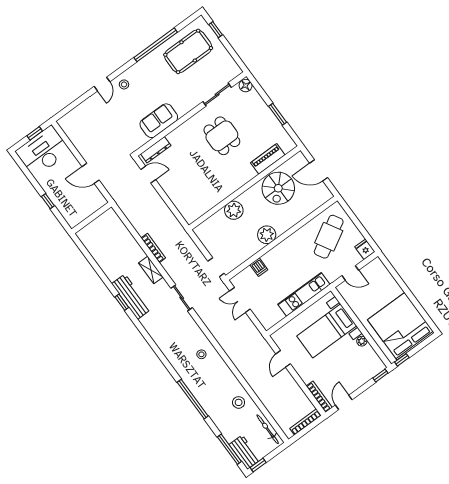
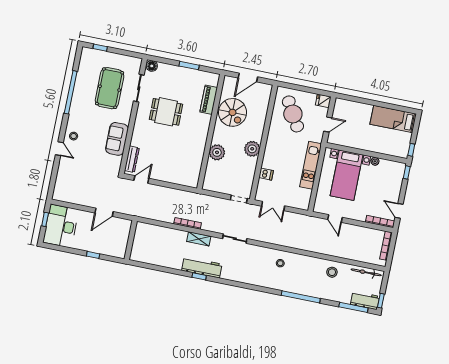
pool table: (188, 51) -> (110, 88), moved
bed: (401, 326) -> (393, 119), width x0.49

